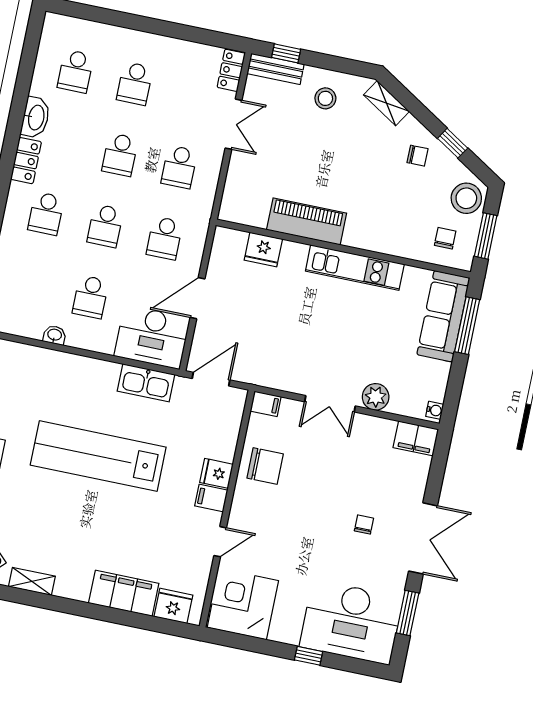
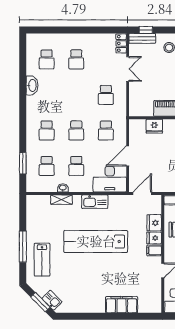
school desk: (120, 155) -> (47, 166), moved
locker: (26, 161) -> (32, 107), removed
kitchen sink: (146, 383) -> (95, 202), moved
shelving: (32, 581) -> (61, 200), moved
fridge: (173, 606) -> (154, 223), moved, turned -90

